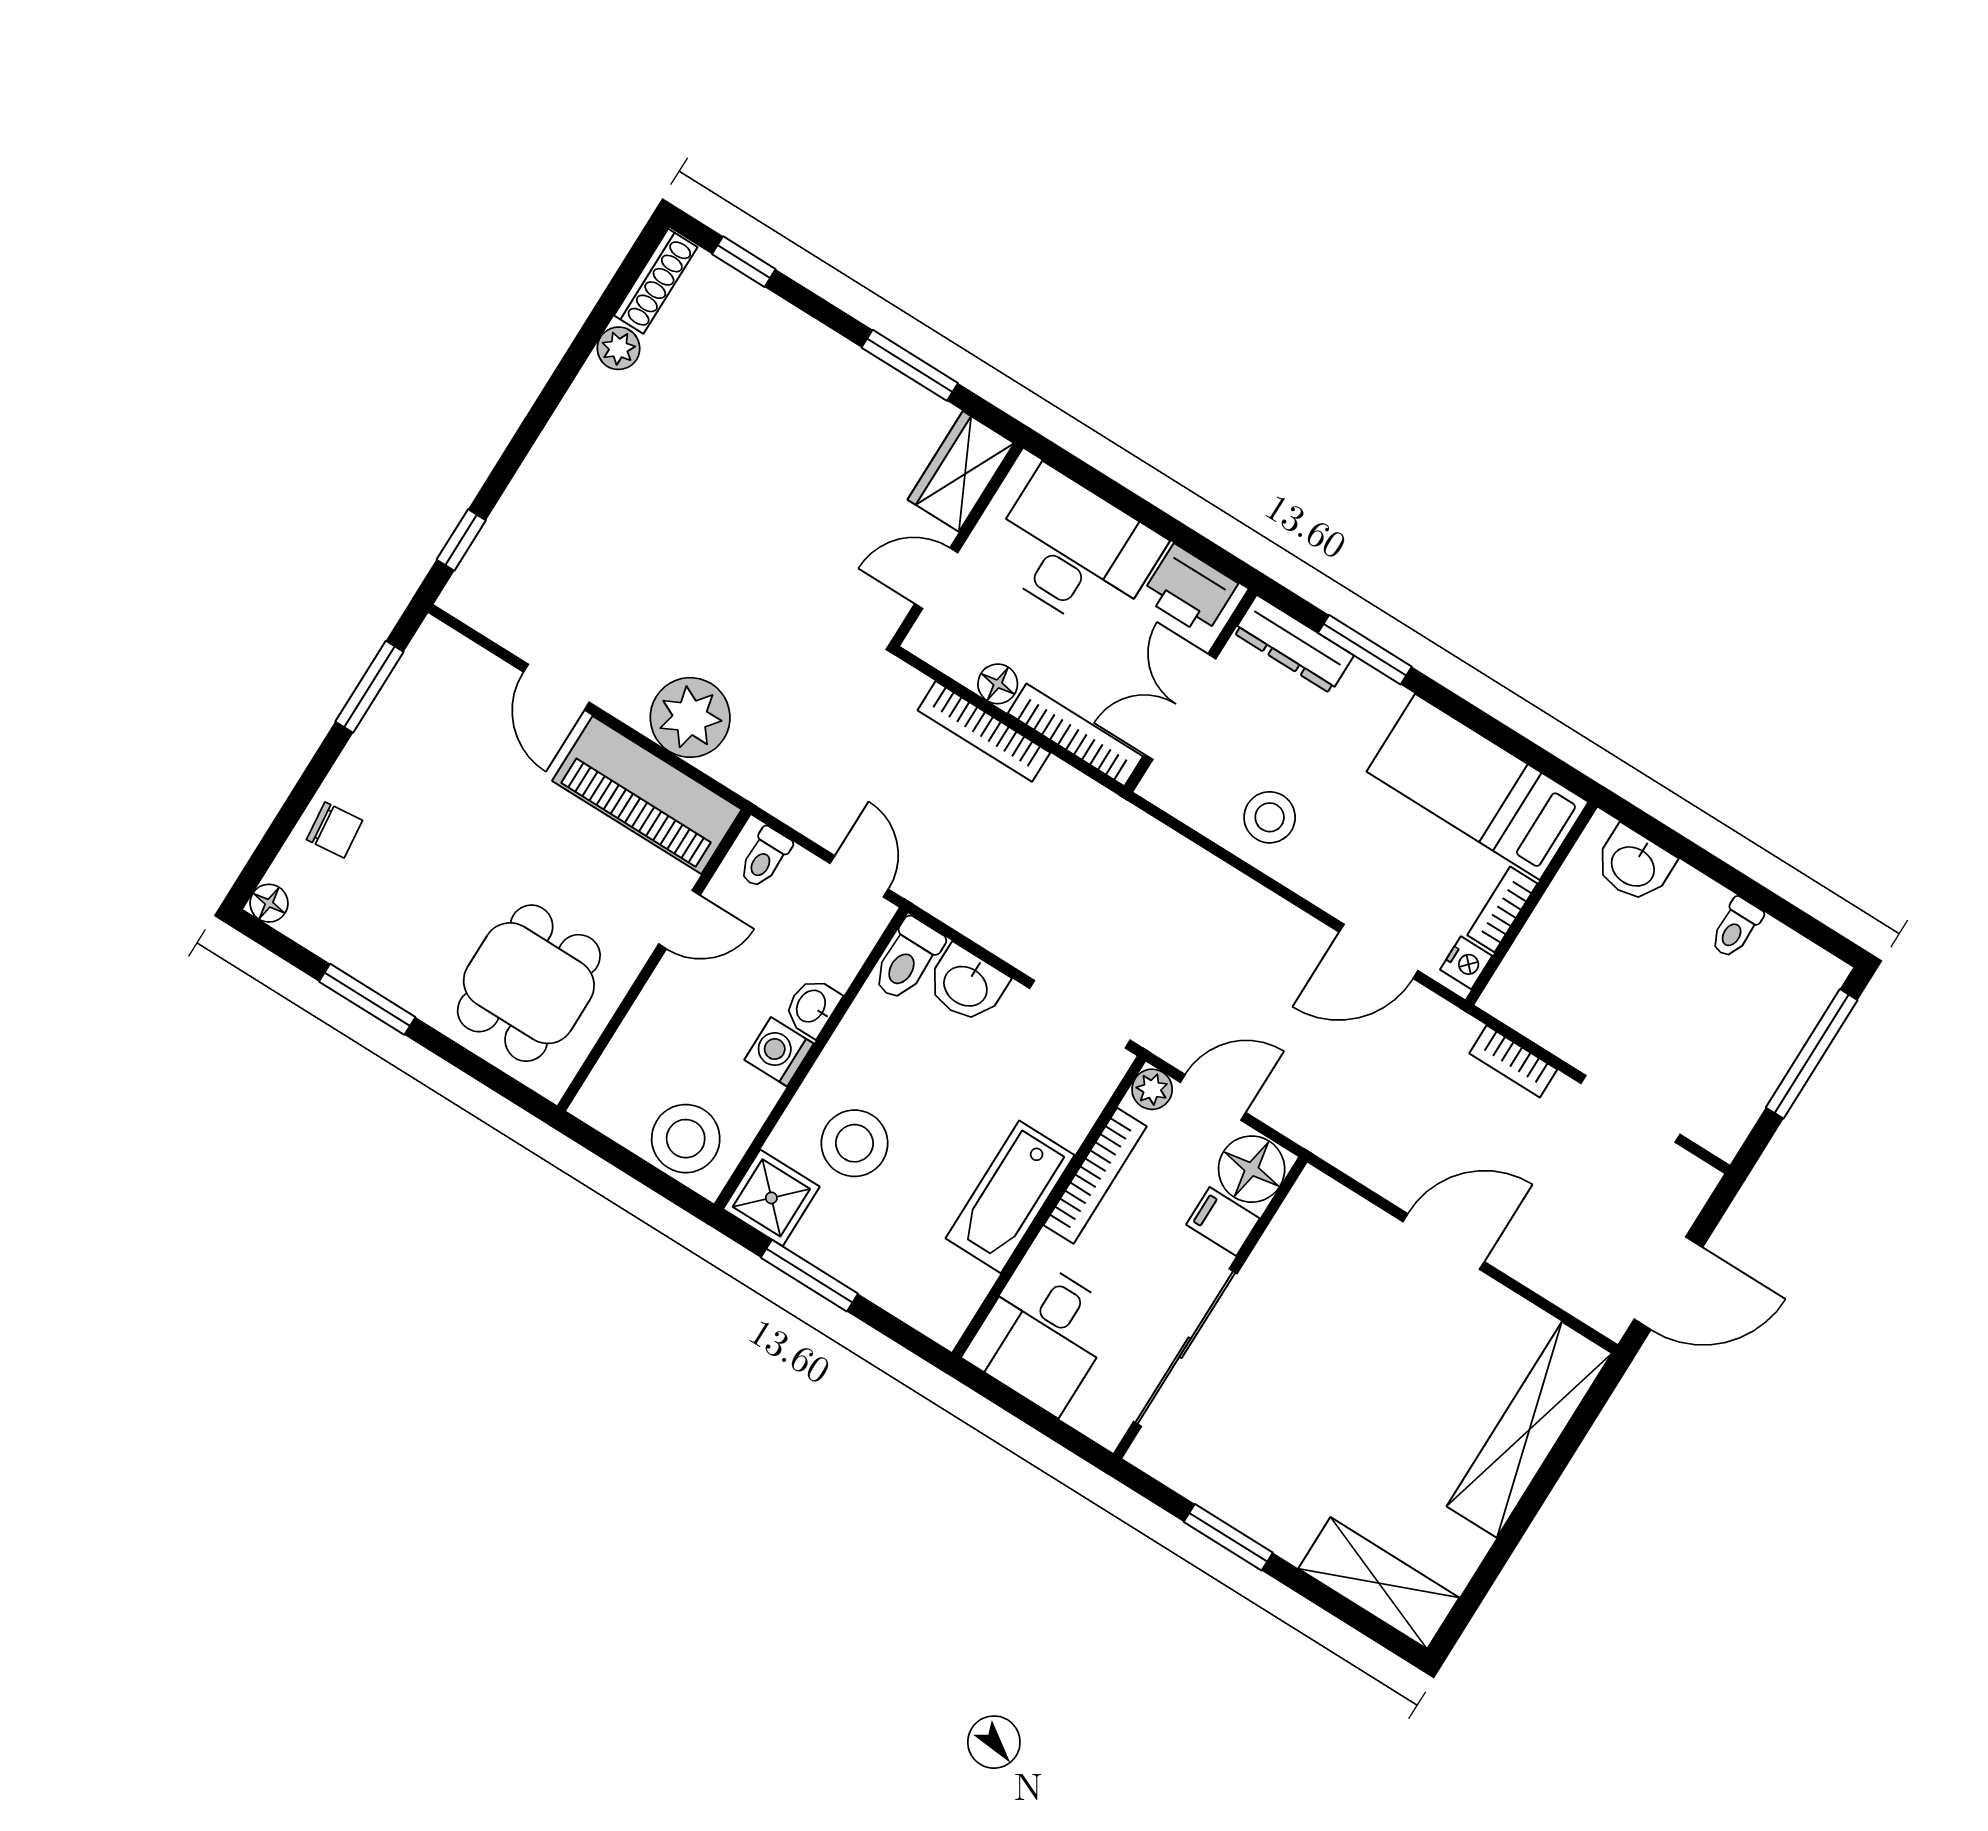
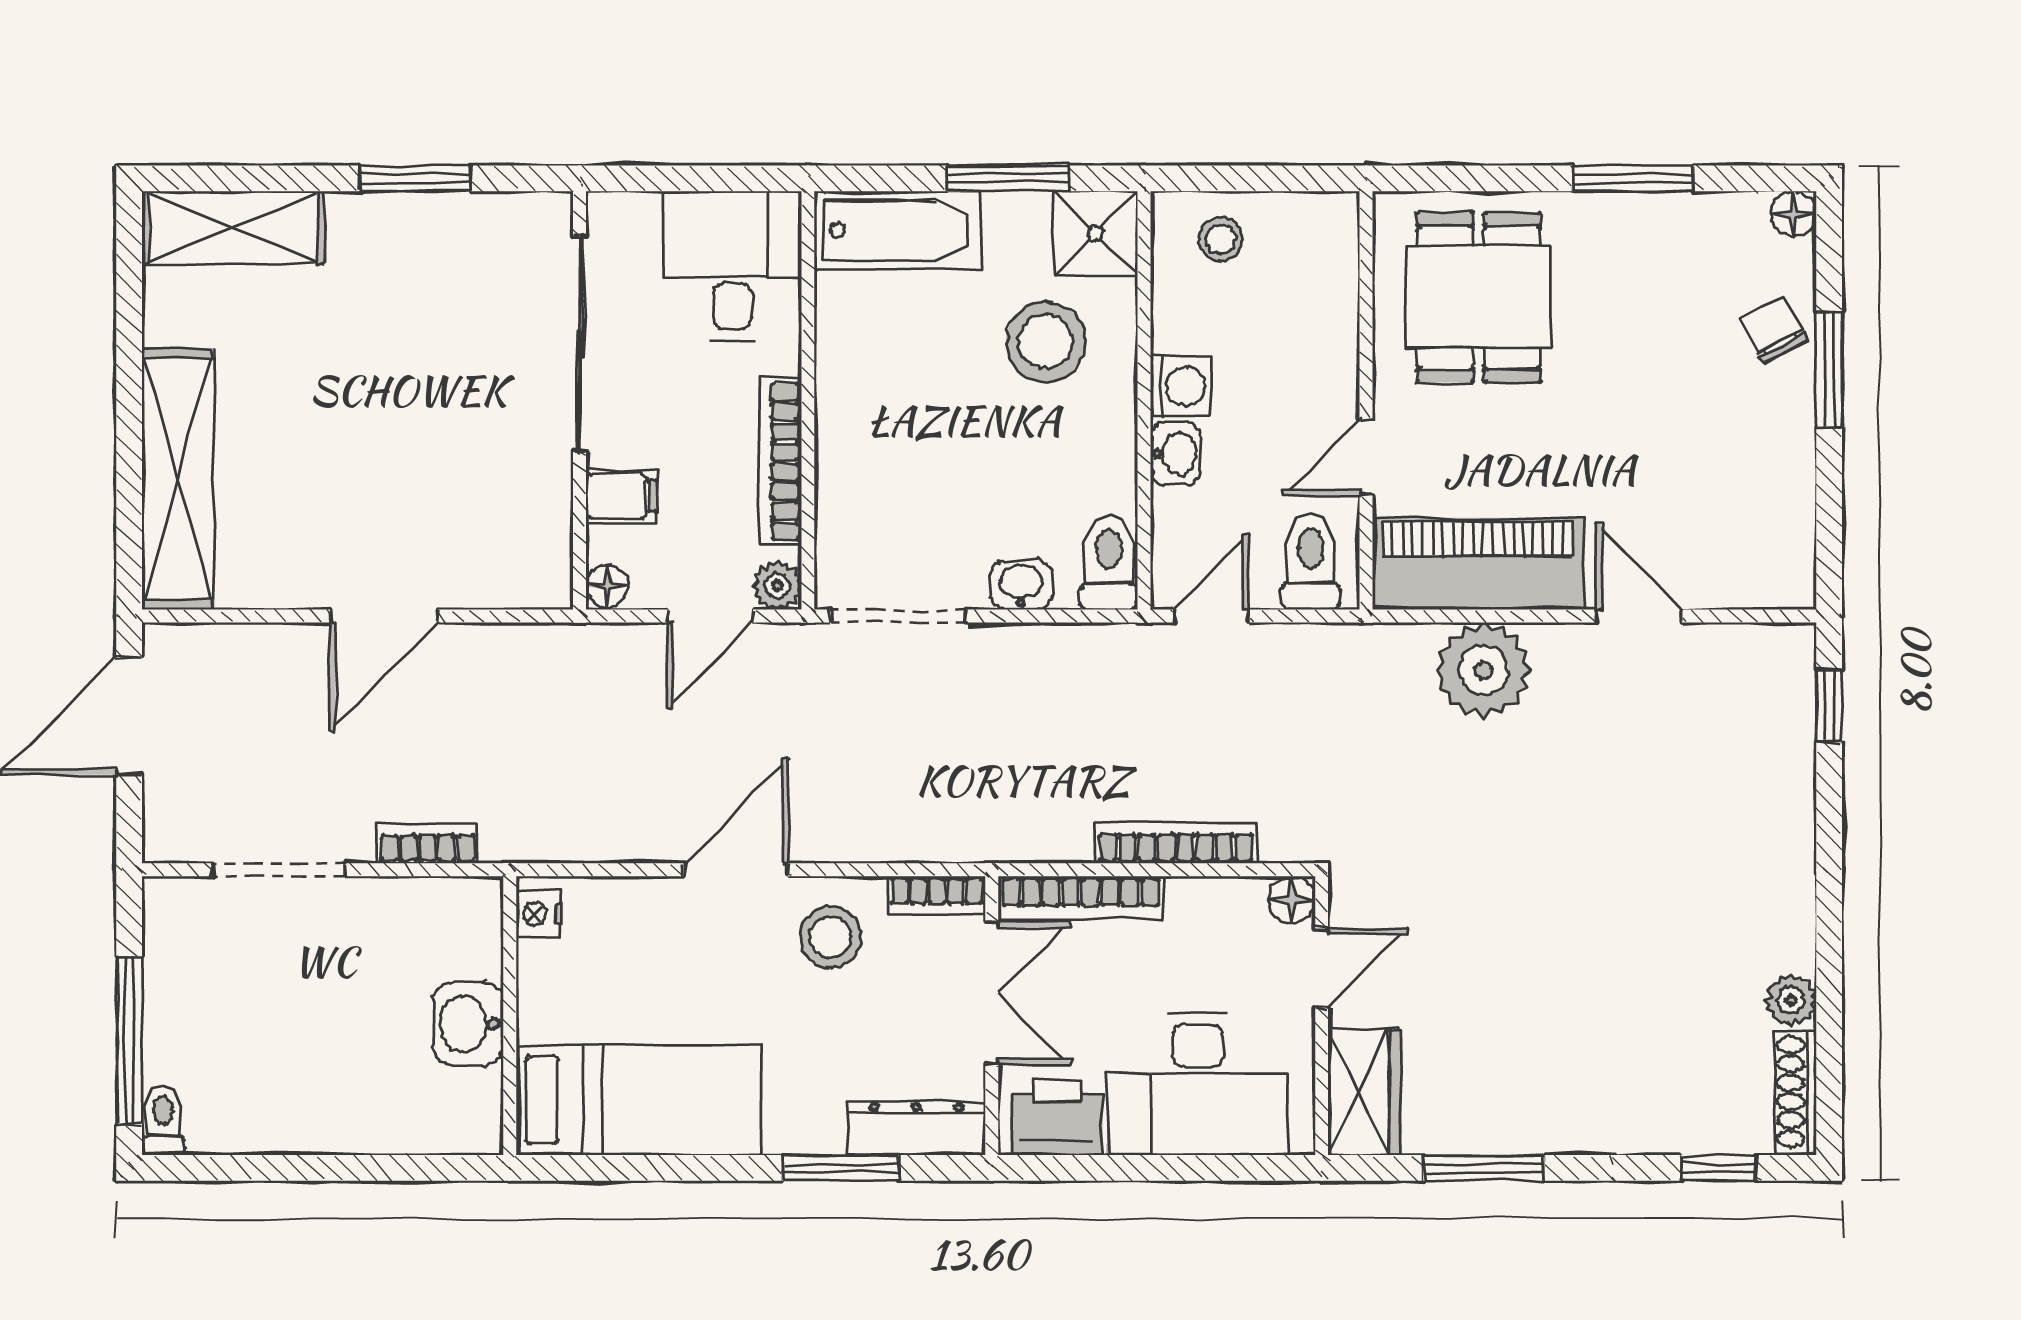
floor lamp: (998, 684) -> (1292, 900), moved
window: (369, 687) -> (1829, 369), moved
chair: (335, 830) -> (1774, 330), turned 68
toilet: (765, 858) -> (1311, 562), width x1.37, depth x1.39
washbasin: (1634, 865) -> (468, 1024), moved, turned -90
door: (859, 876) -> (1211, 616), swing flipped
bookcase: (1502, 909) -> (937, 896), moved, turned 90
toilet: (1736, 928) -> (163, 1121), moved
door: (1379, 951) -> (736, 870), moved
washbasin: (966, 985) -> (1021, 585), width x0.72, depth x0.69
stool: (686, 1139) -> (1220, 239), width x0.53, depth x0.53
floor lamp: (1252, 1169) -> (607, 586), width x0.53, depth x0.53
bathtub: (1010, 1197) -> (898, 230), moved, turned 90

